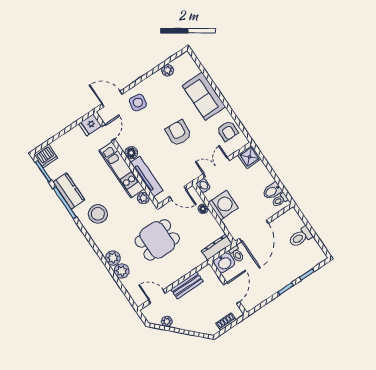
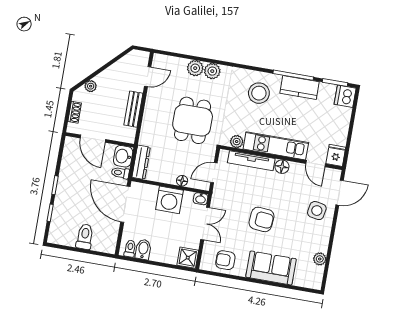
plant: (167, 321) -> (91, 86), moved

